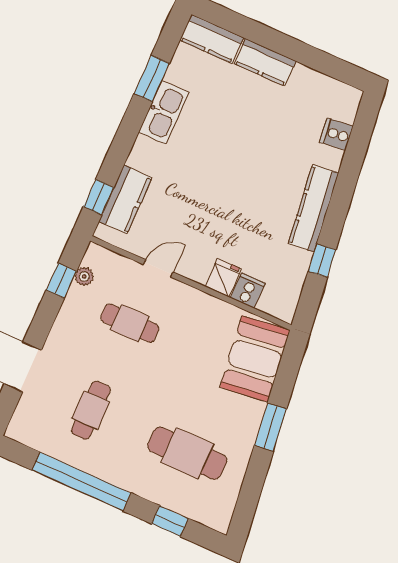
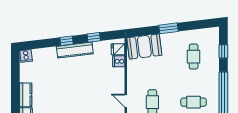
cooker: (336, 134) -> (26, 56), moved
window: (341, 200) -> (66, 41), added
fridge: (223, 278) -> (118, 49), moved
cafe table: (187, 453) -> (194, 57), width x0.73, depth x0.74

